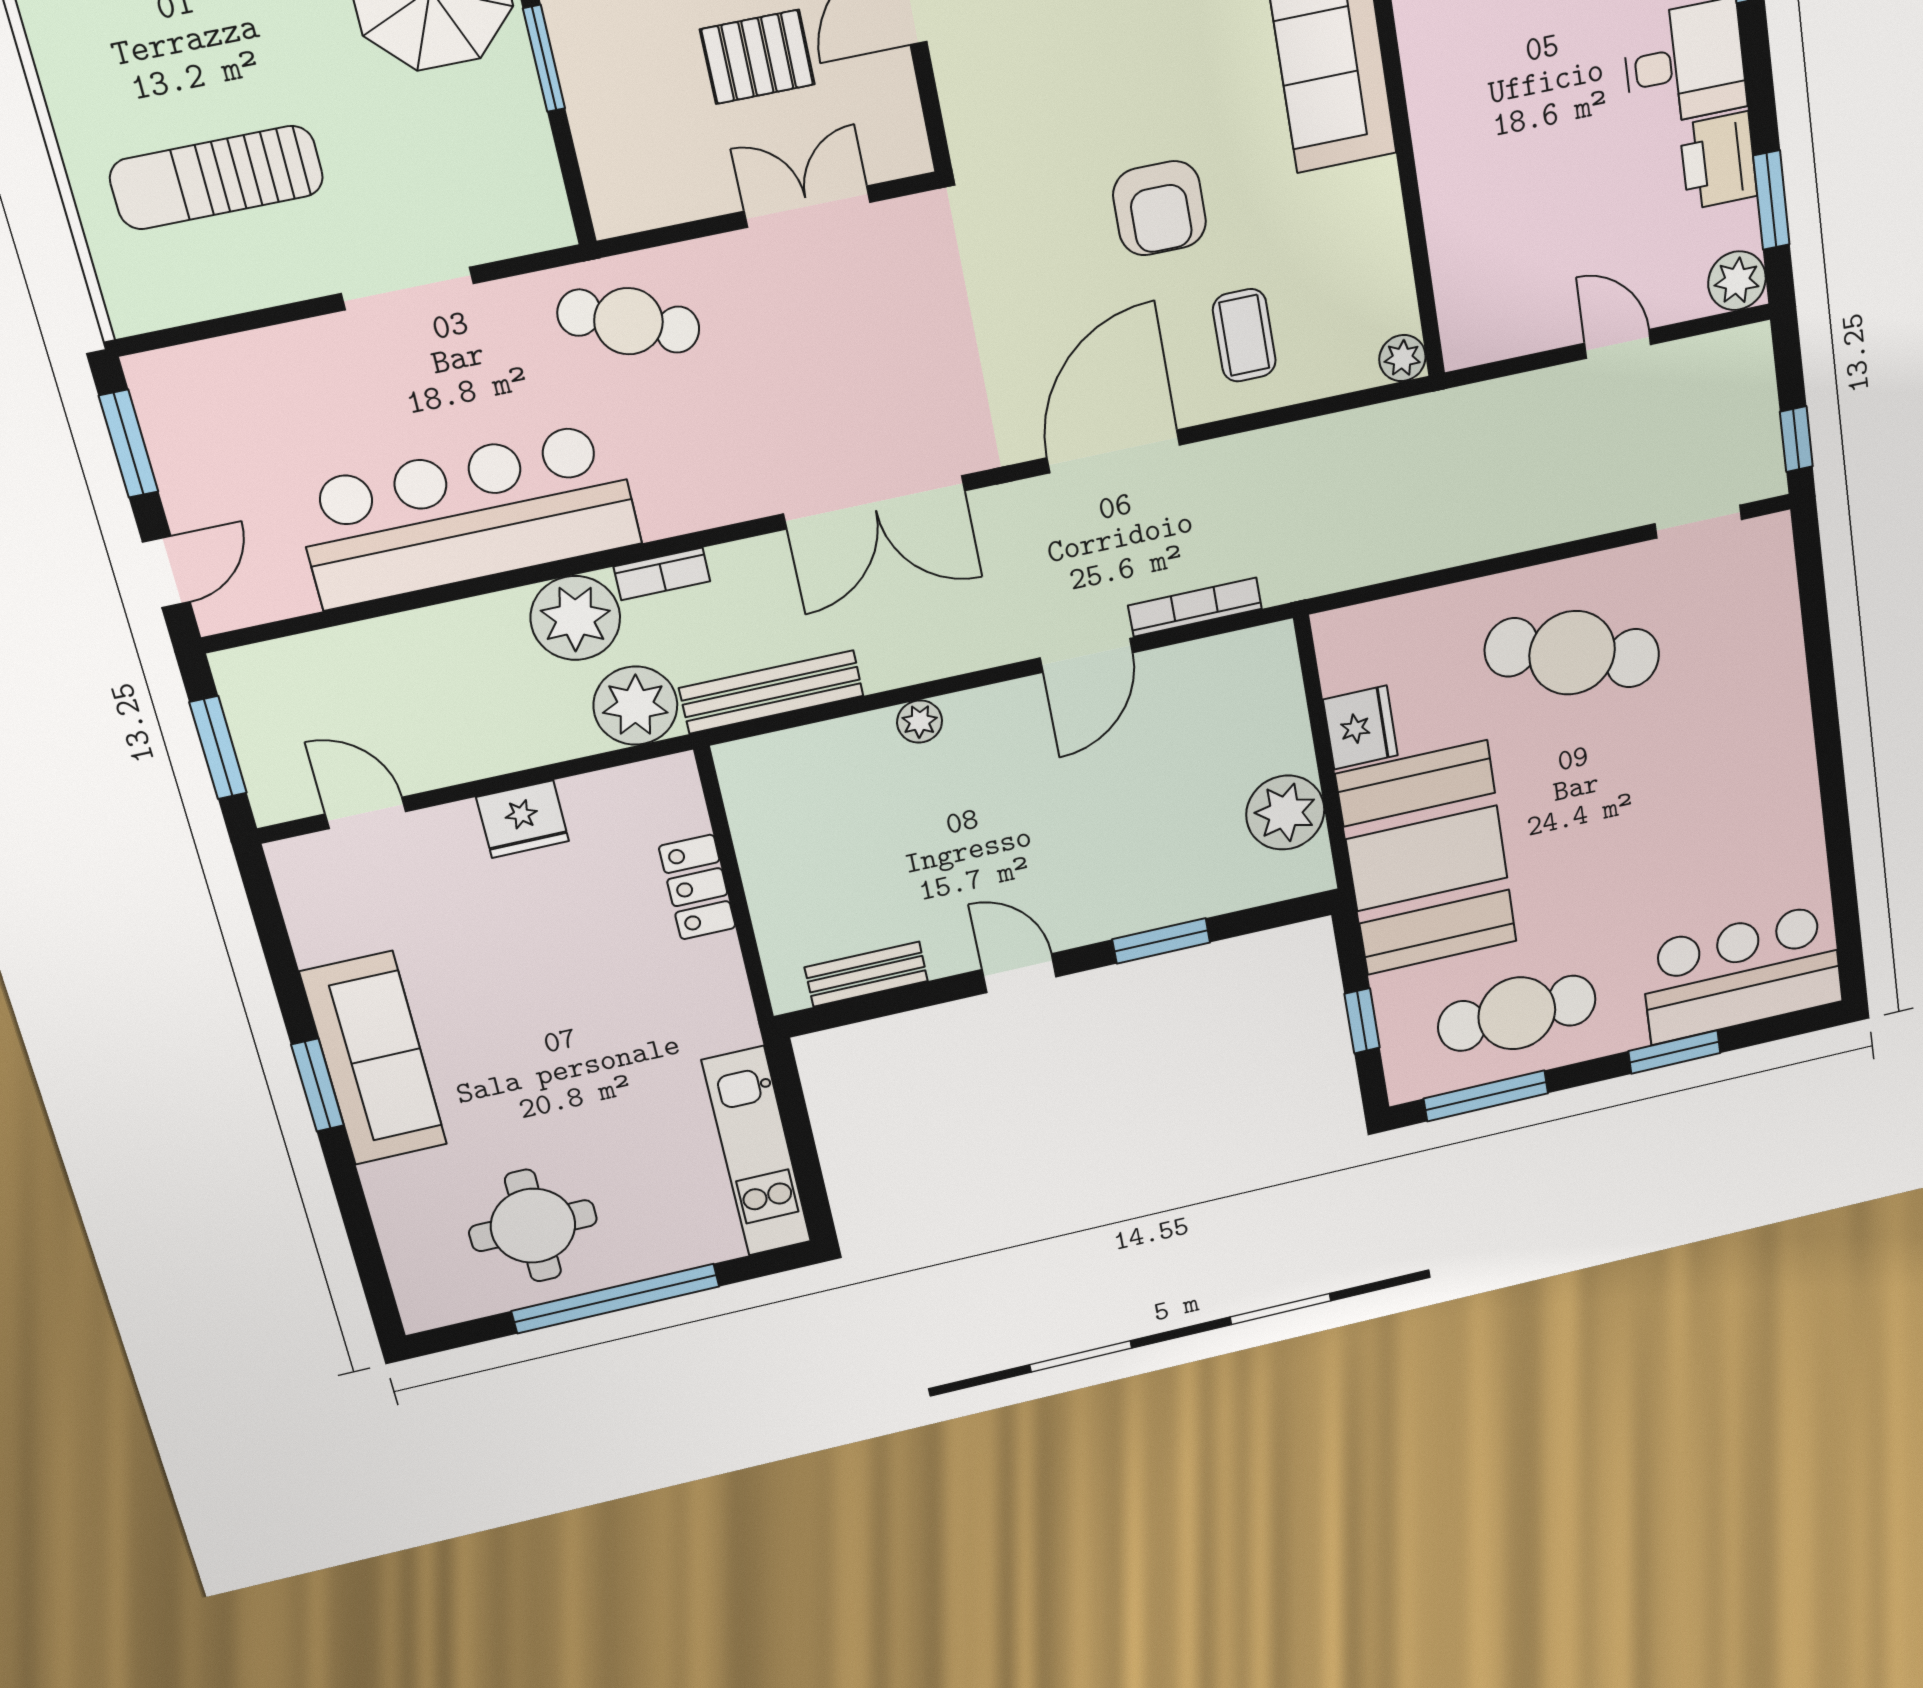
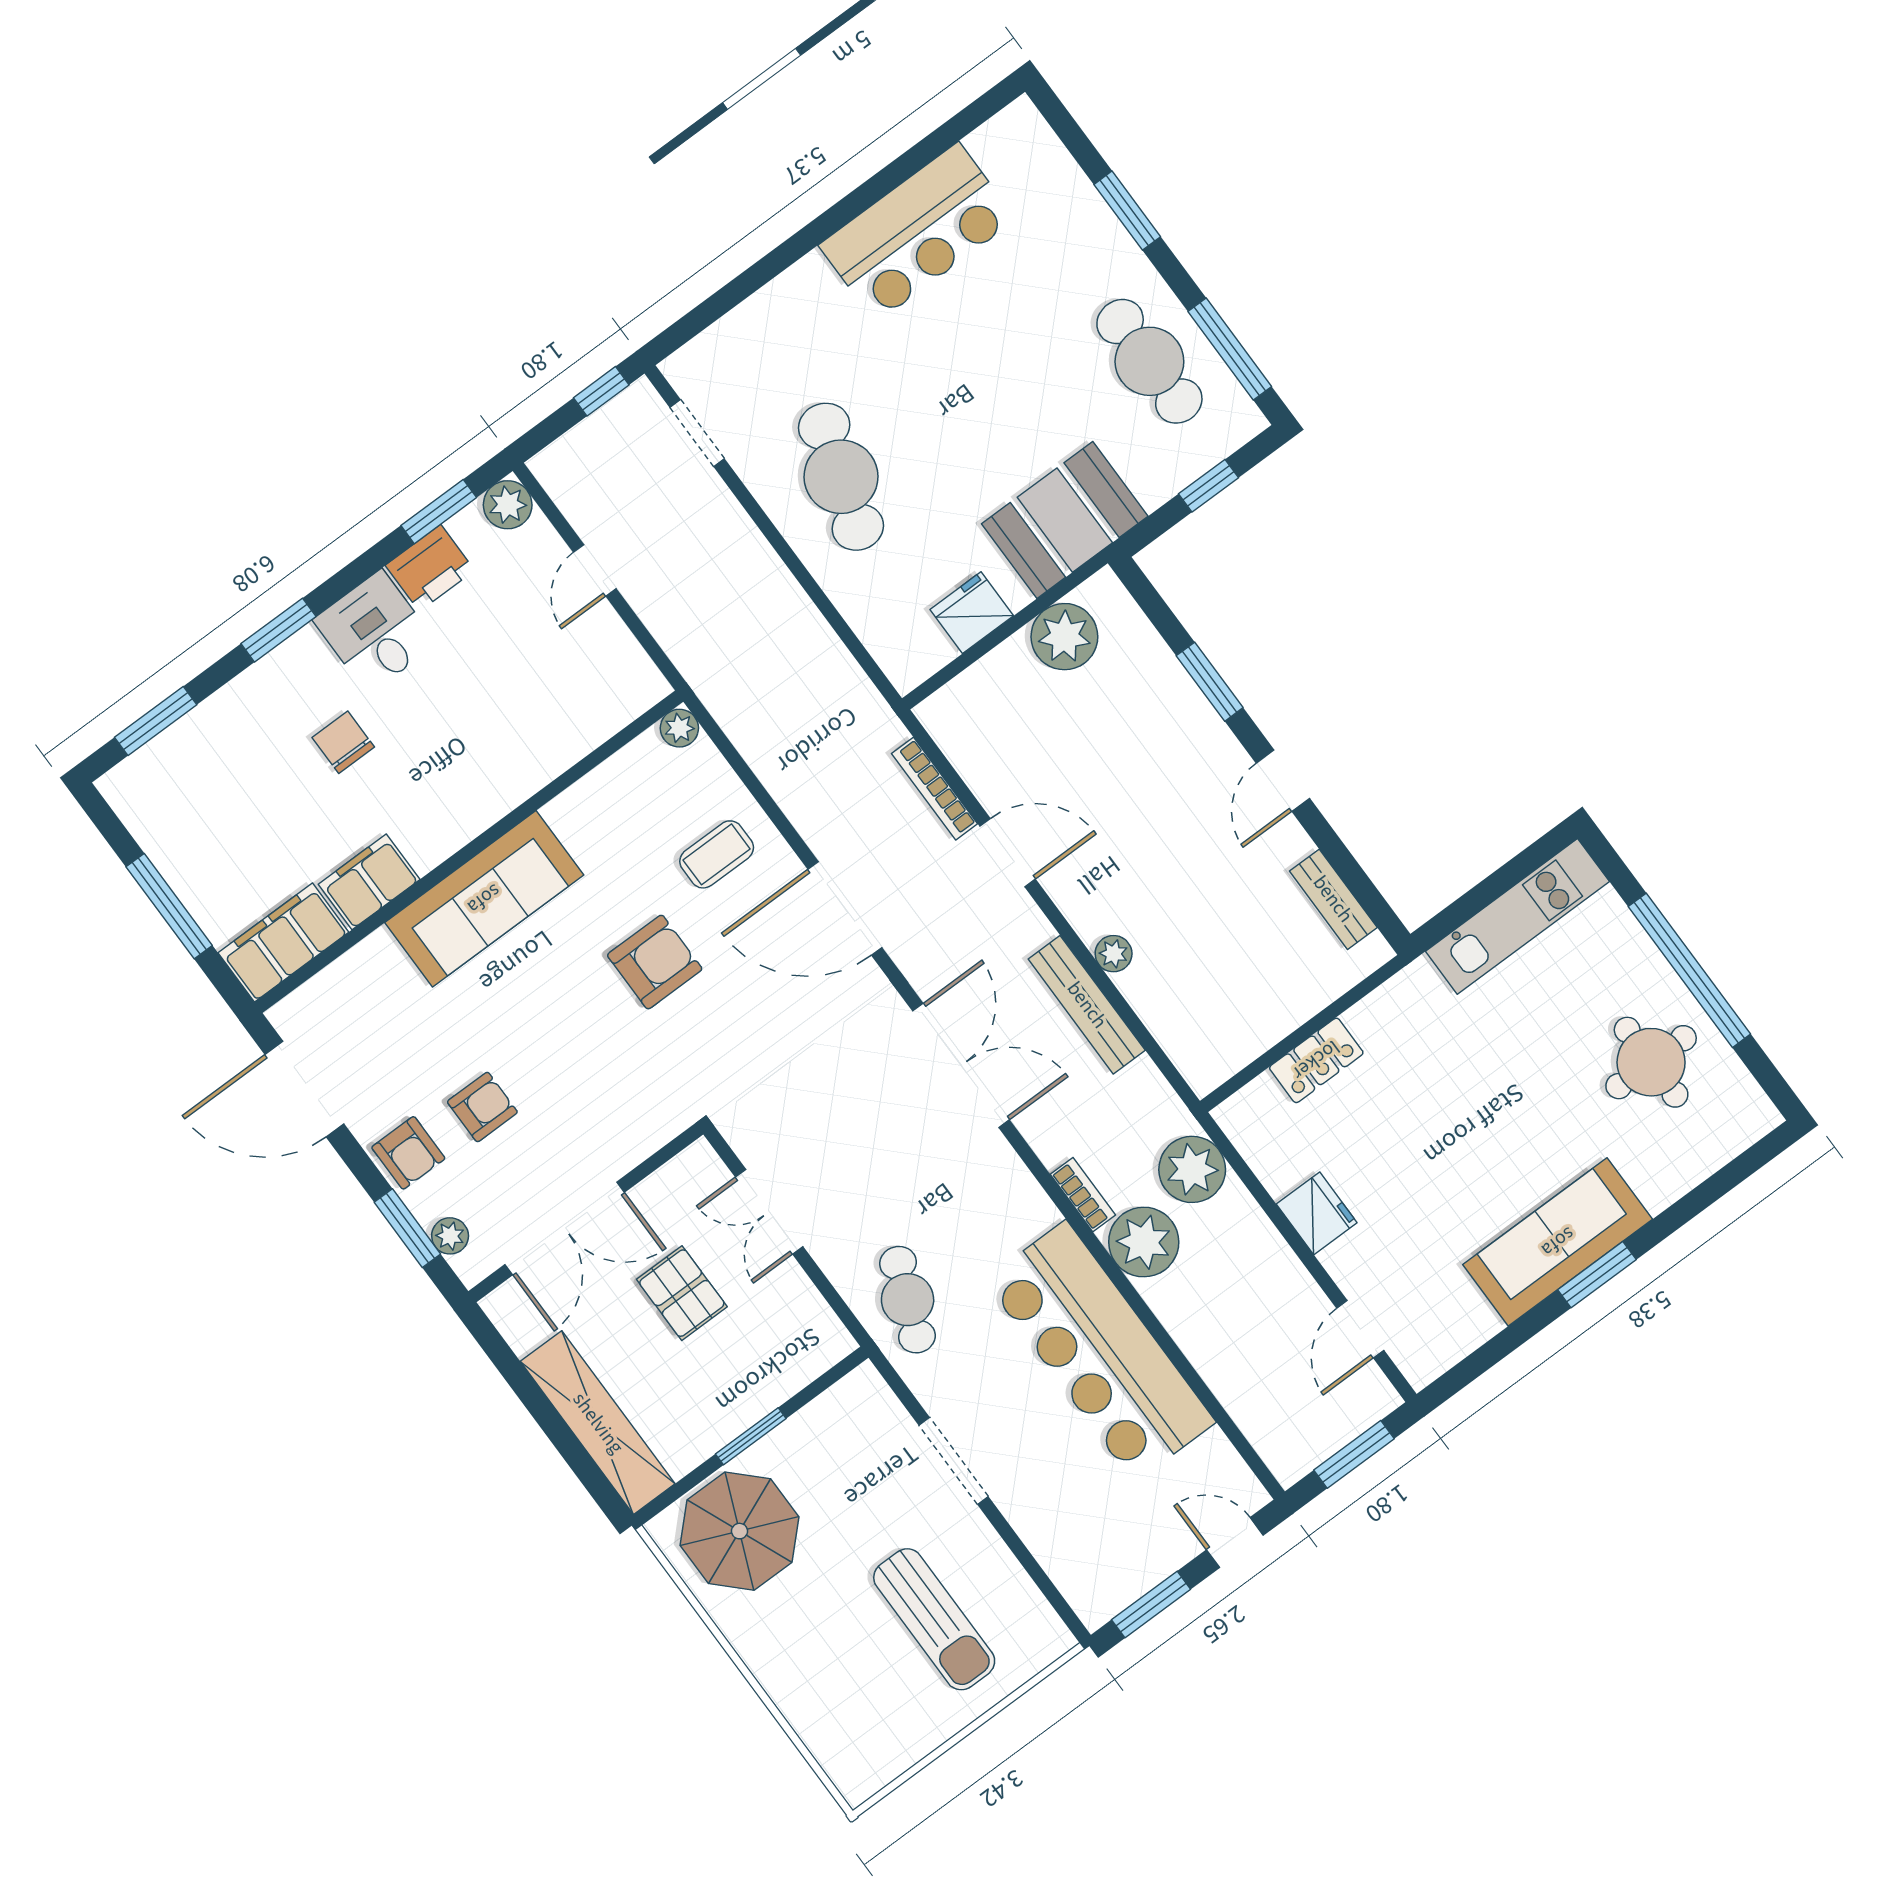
bench: (771, 692) -> (1087, 1005), moved
booth: (1427, 858) -> (1065, 520), width x0.73, depth x0.70
bar counter: (1741, 974) -> (917, 232), moved, turned -90

